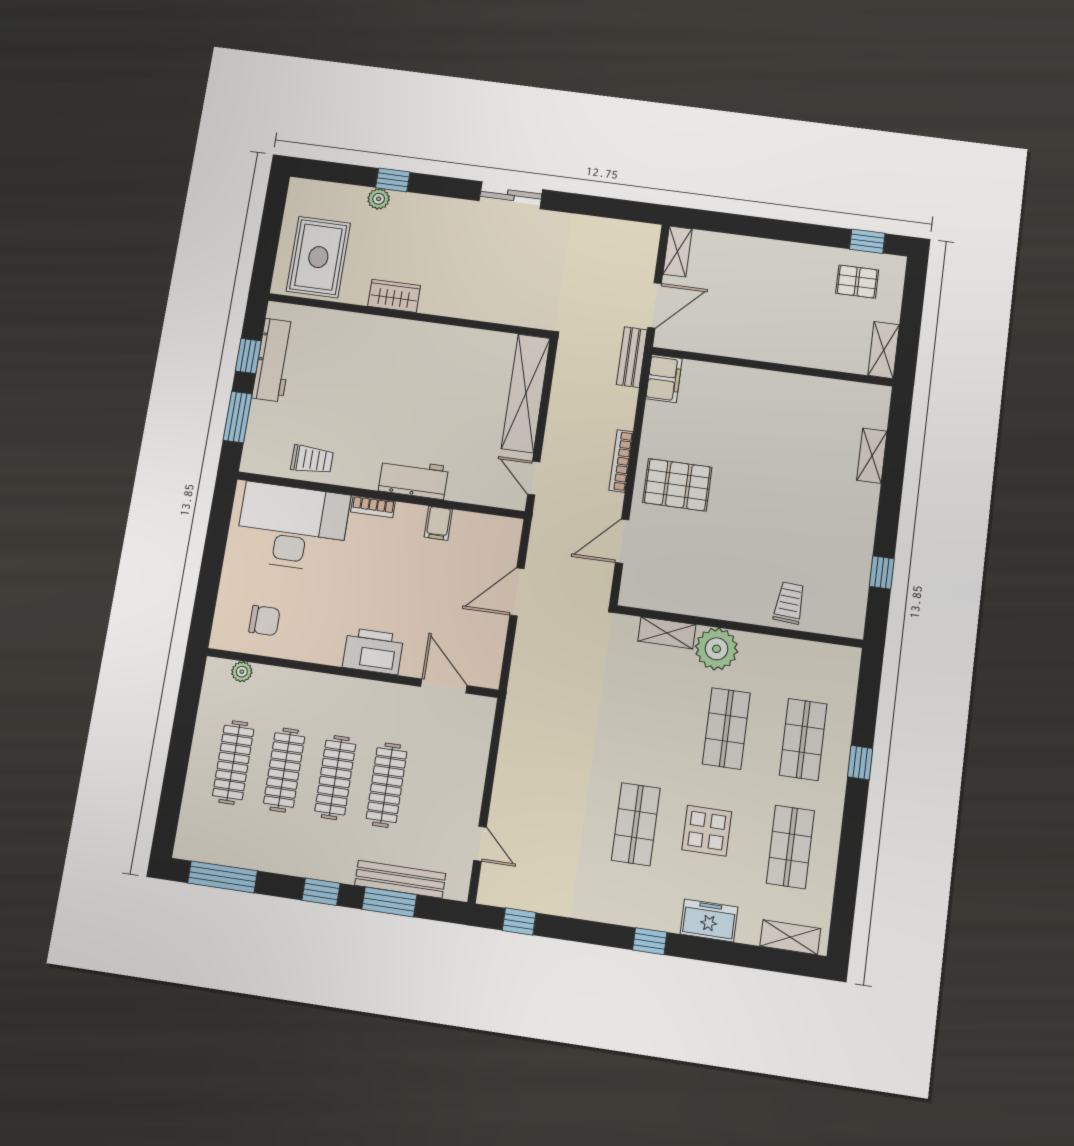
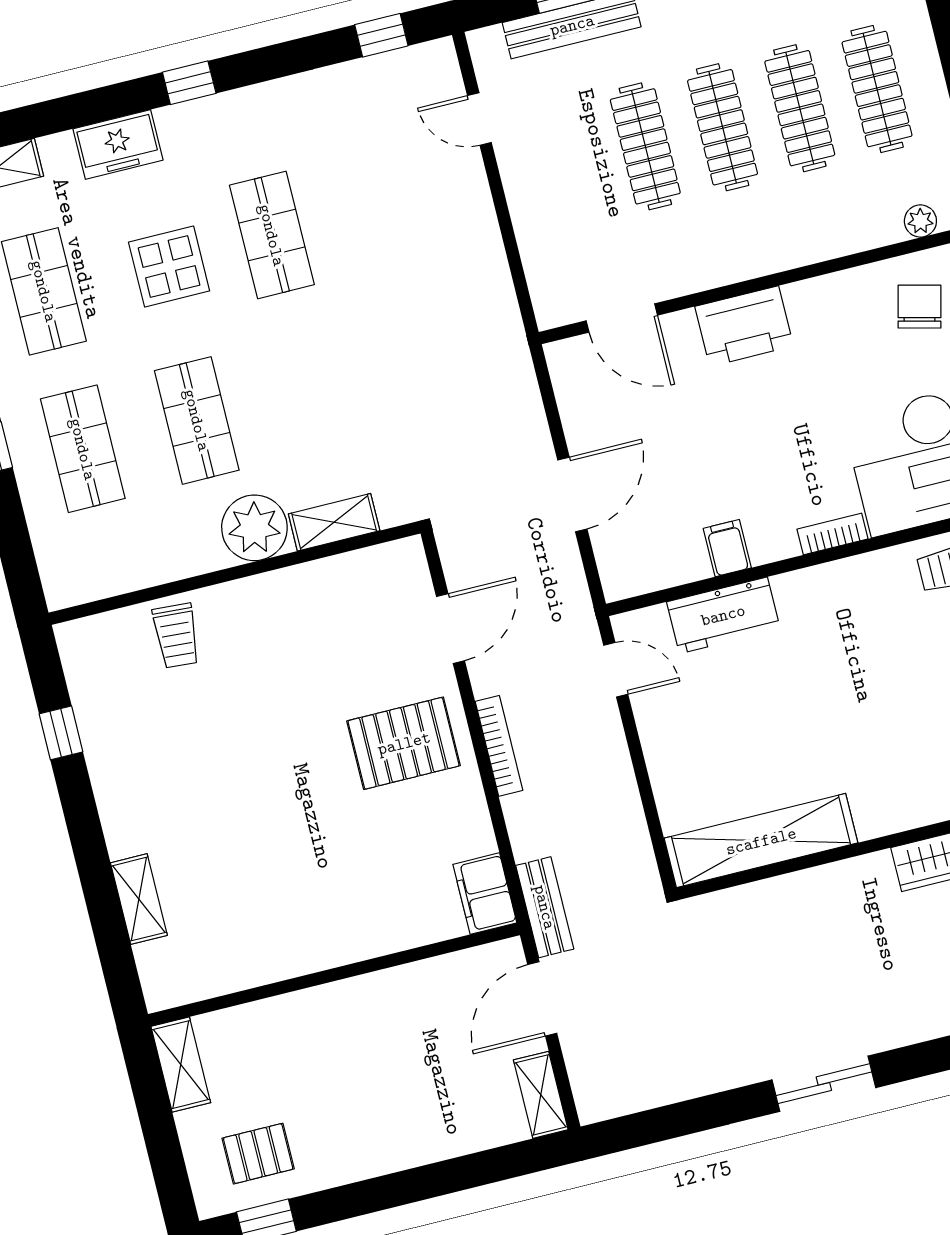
shelving: (526, 393) -> (761, 841), moved, turned 90
workbench: (413, 479) -> (723, 615), moved
chair: (264, 621) -> (920, 307), turned 104

